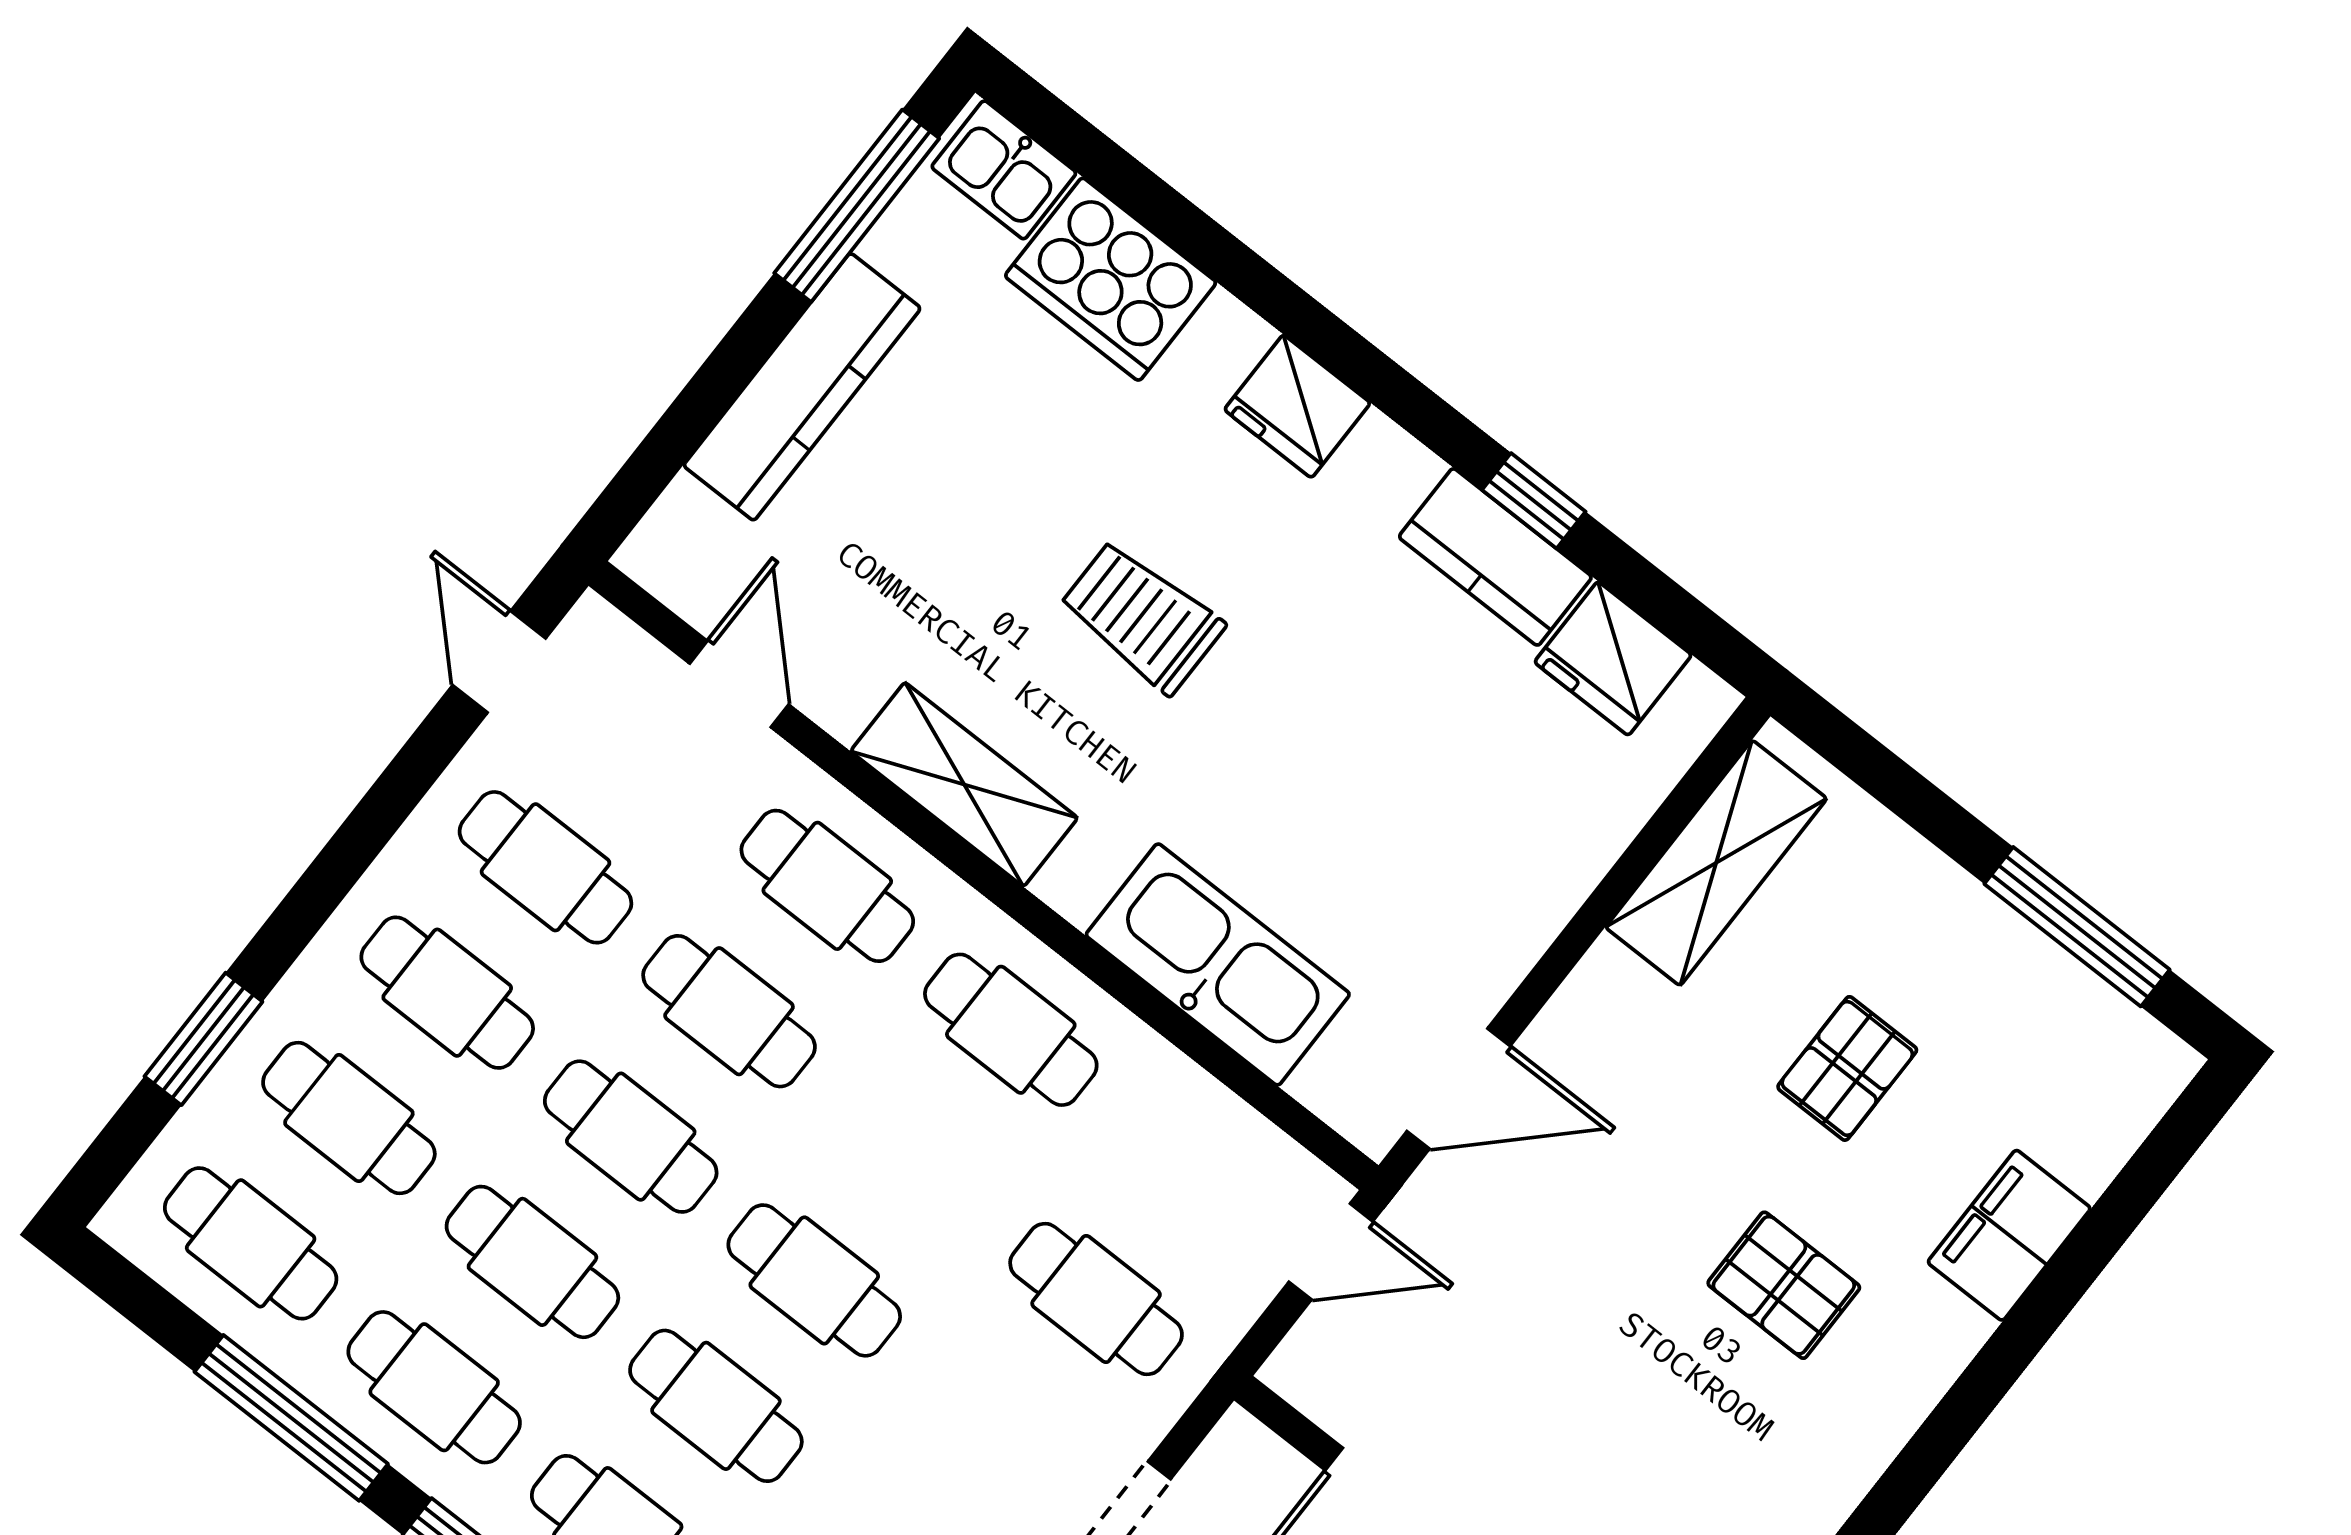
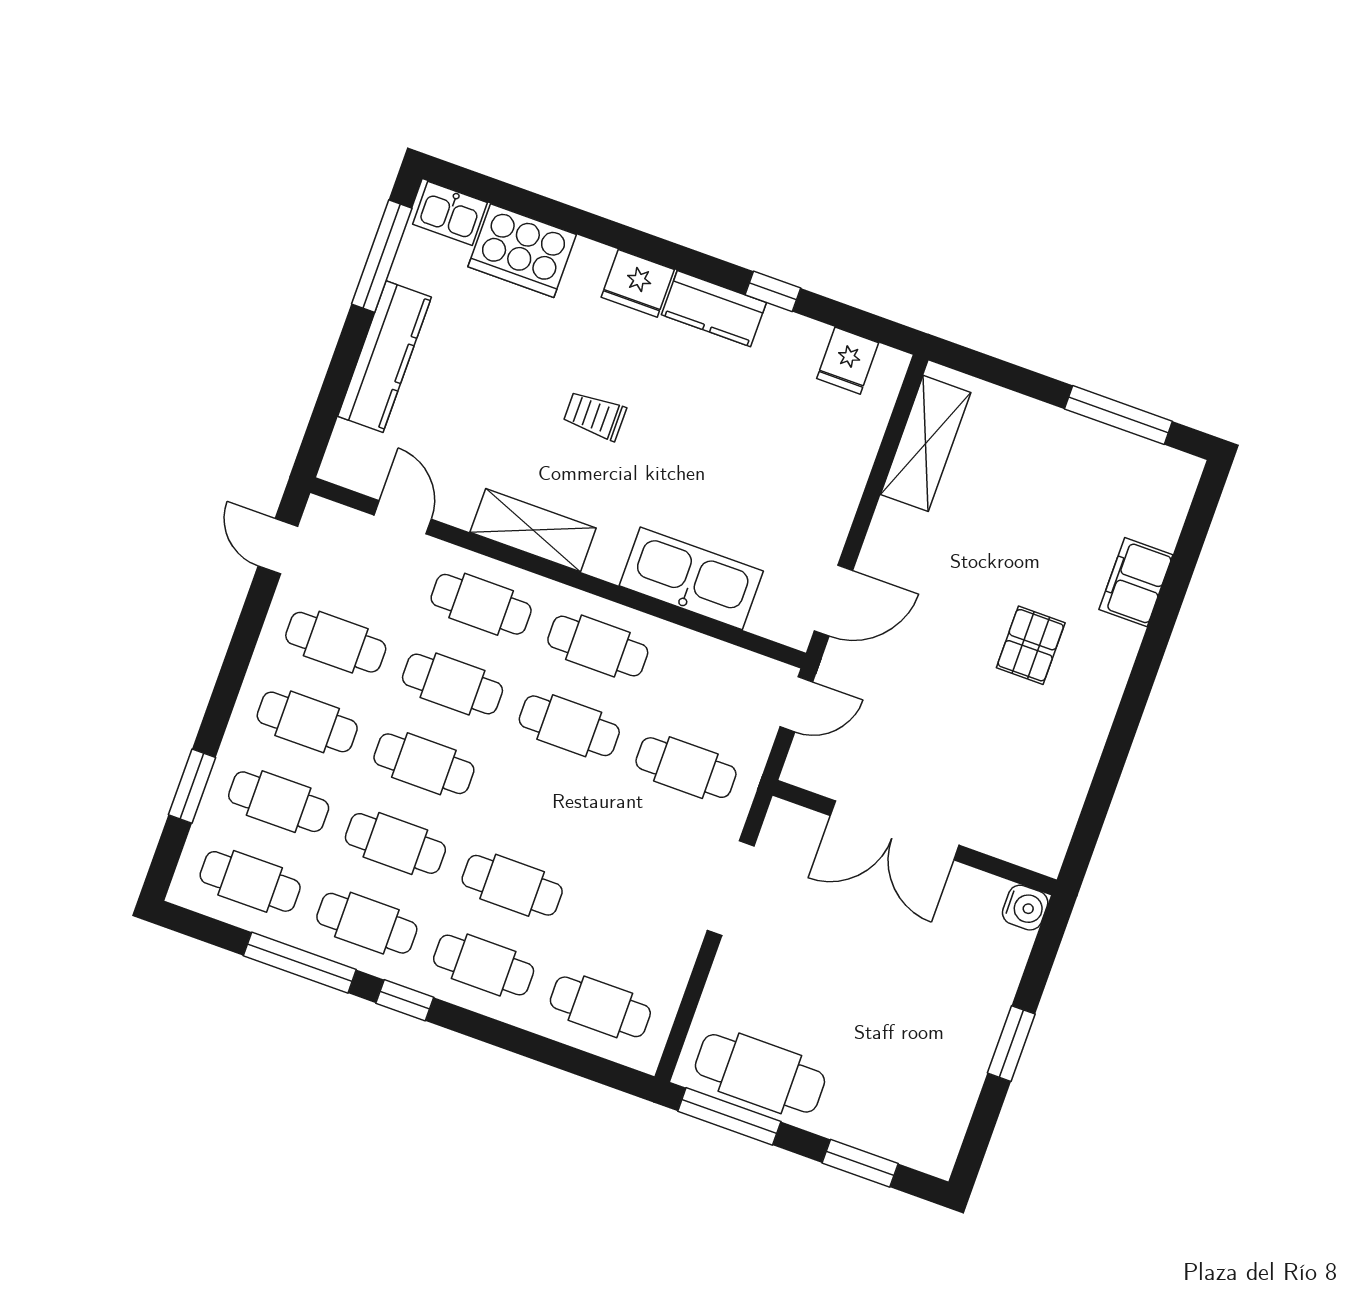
kitchen counter: (1495, 557) -> (714, 309), moved
trolley: (1142, 617) -> (595, 416), width x0.73, depth x0.72
fridge: (1613, 658) -> (848, 361), width x0.72
pallet: (1847, 1068) -> (1026, 525), removed
cafe table: (814, 1280) -> (569, 726), moved
pallet: (1784, 1285) -> (1031, 645), turned 90

